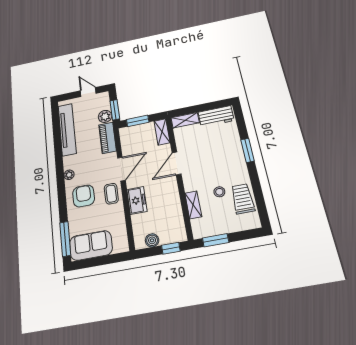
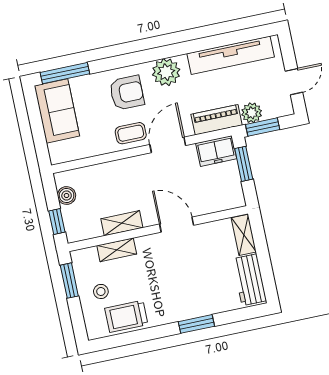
shelving: (162, 132) -> (122, 223), moved
door: (121, 169) -> (168, 145), swing flipped
plant: (69, 175) -> (166, 72), width x1.87, depth x1.87
stool: (219, 192) -> (101, 291), moved
trolley: (243, 199) -> (126, 316), turned 180
freezer: (137, 200) -> (216, 151), moved

